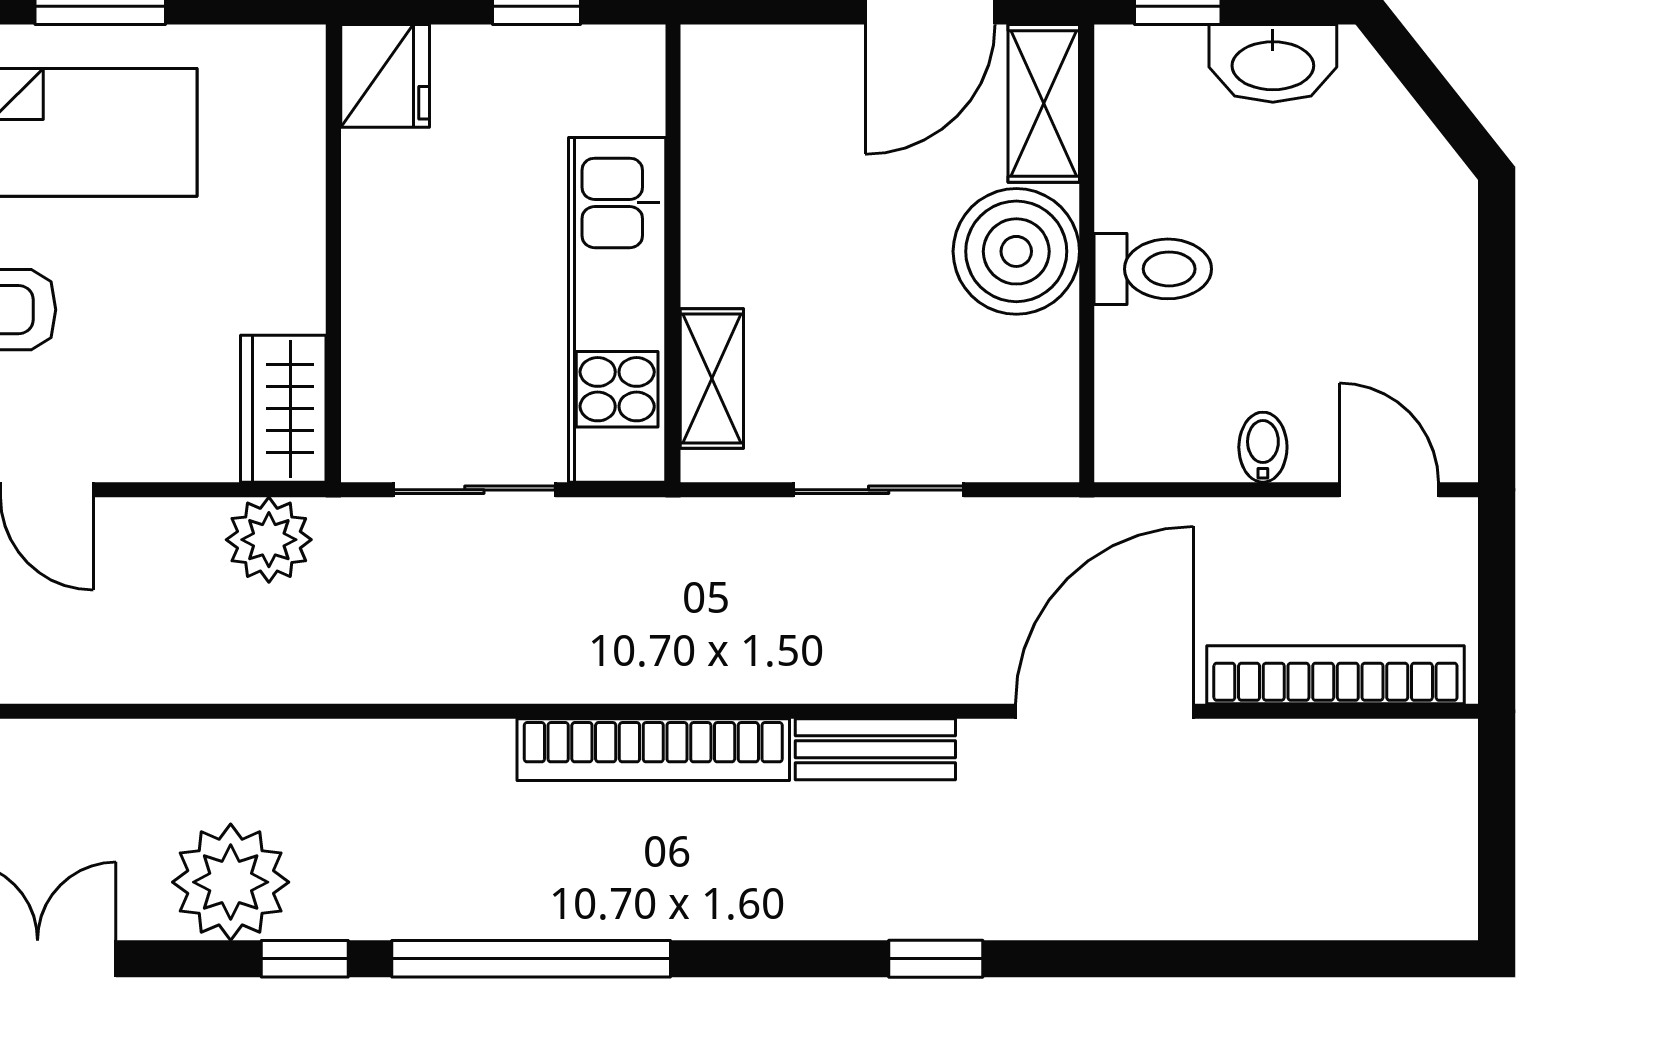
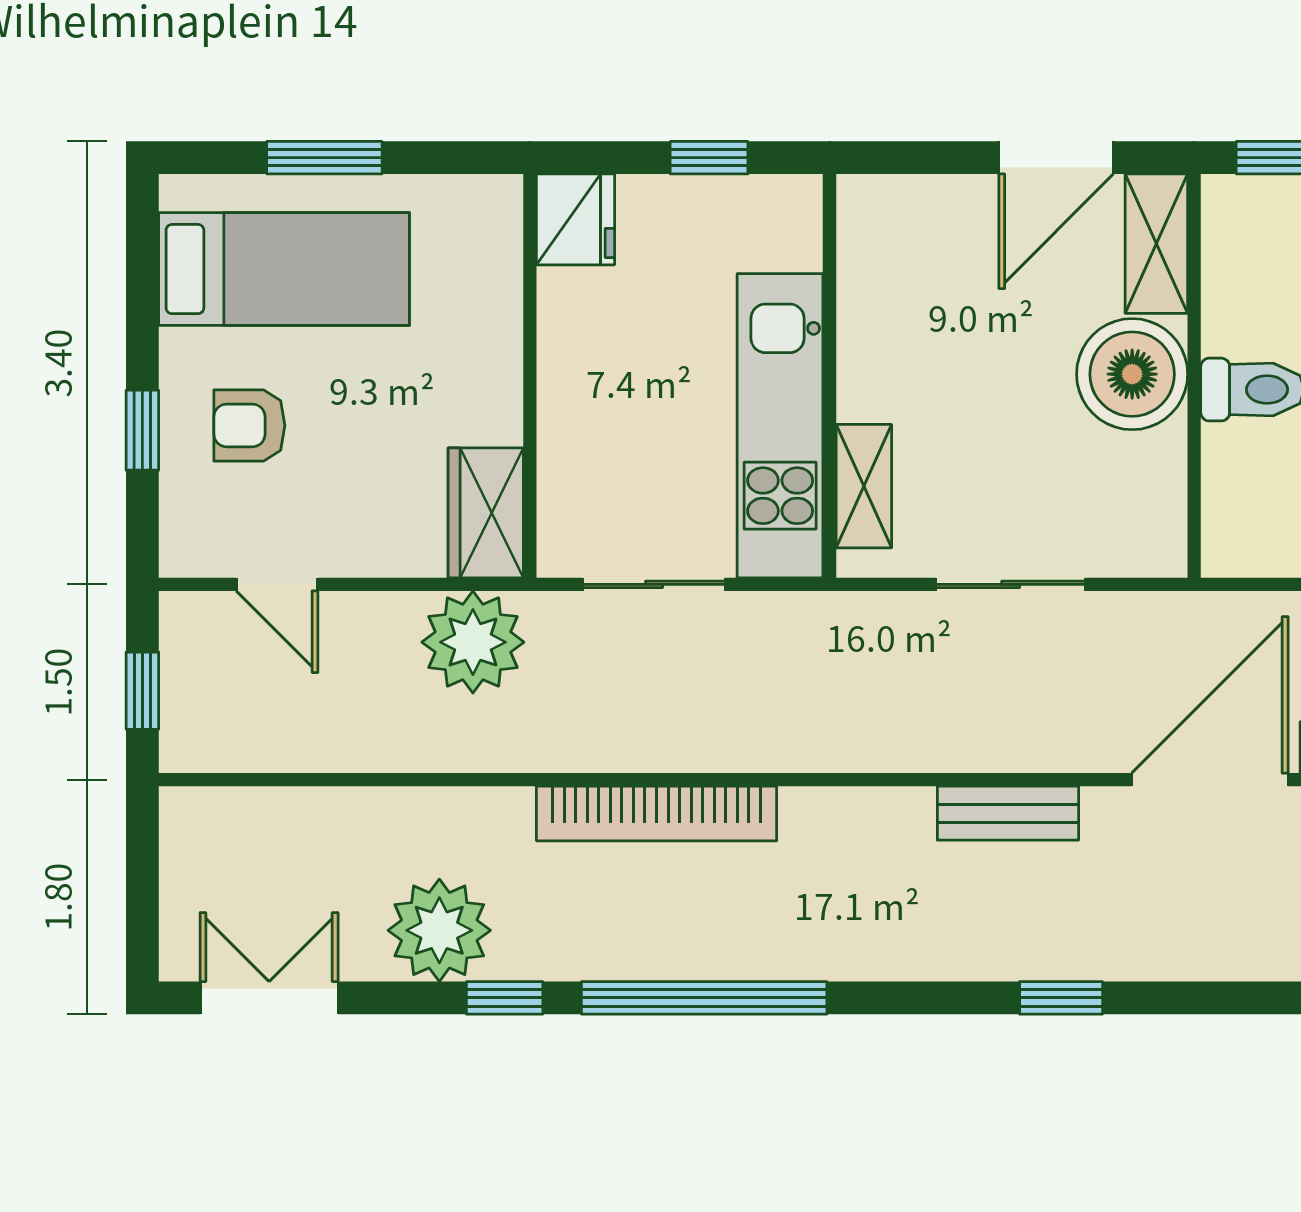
plant: (269, 540) -> (473, 642), width x1.36, depth x1.36
bookcase: (653, 750) -> (657, 813), moved

